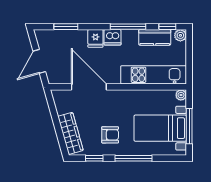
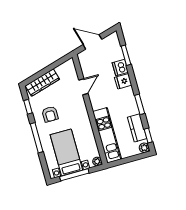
window: (128, 27) -> (140, 104), width x0.69
dishwasher: (112, 37) -> (120, 68), moved
door: (89, 87) -> (83, 87), width x0.53

